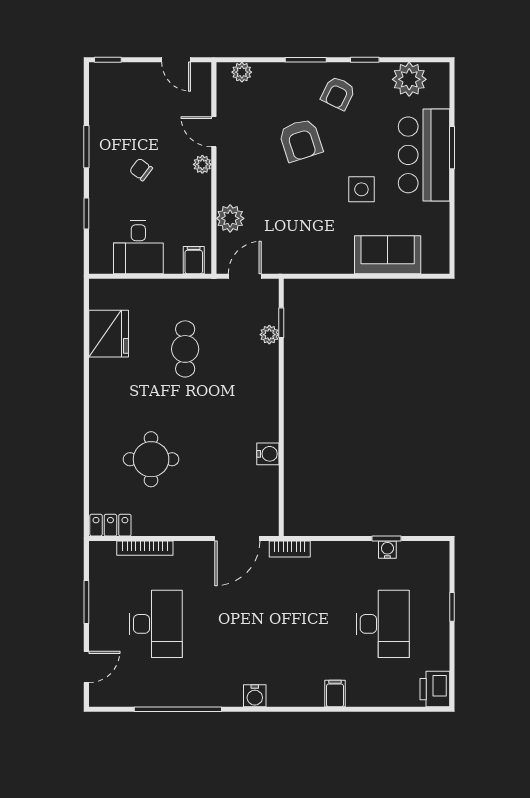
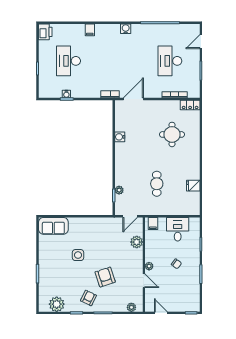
bar counter: (424, 155) -> (50, 270), removed
sofa: (388, 255) -> (53, 226), moved
fridge: (109, 334) -> (193, 186), width x0.53, depth x0.75

